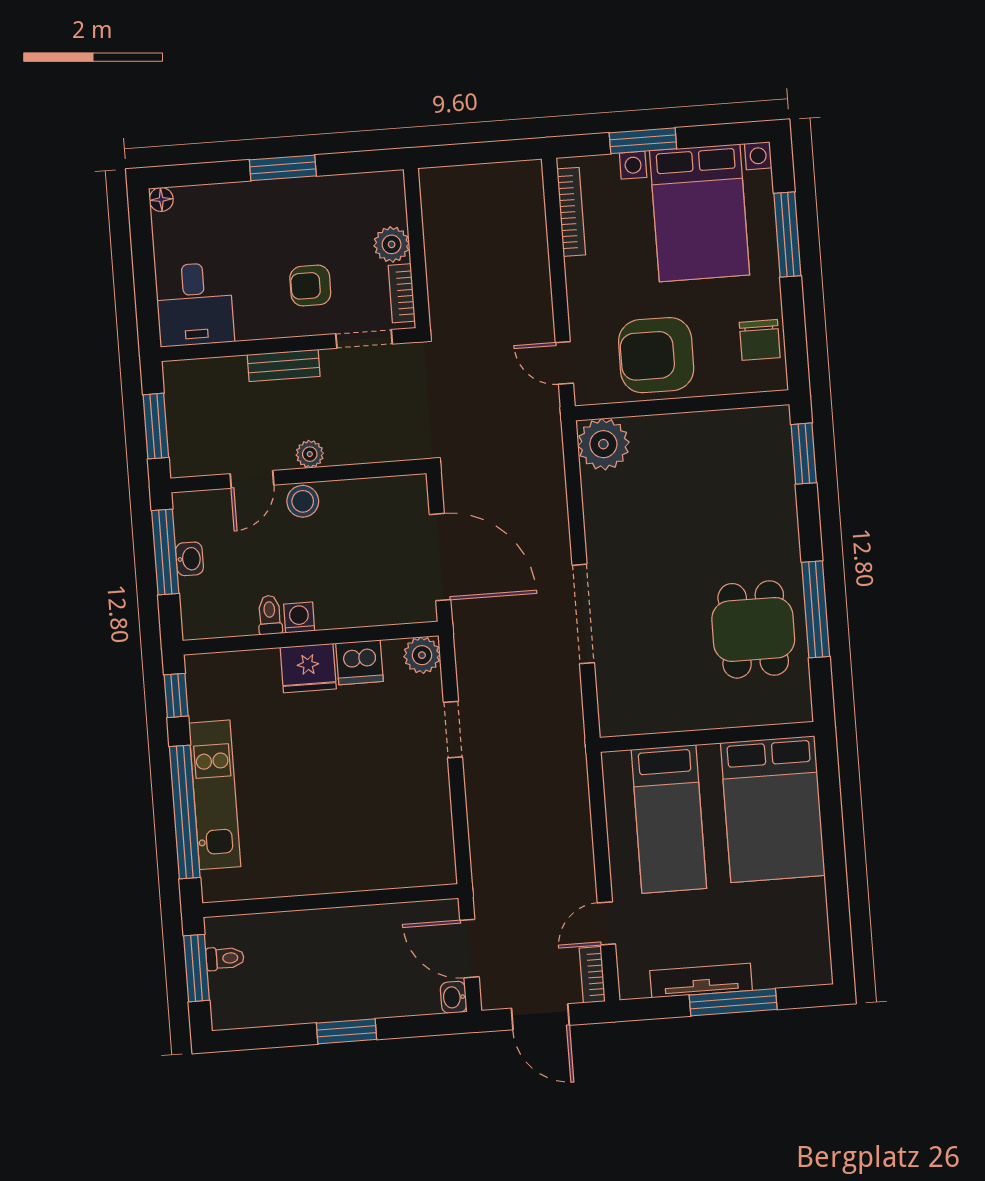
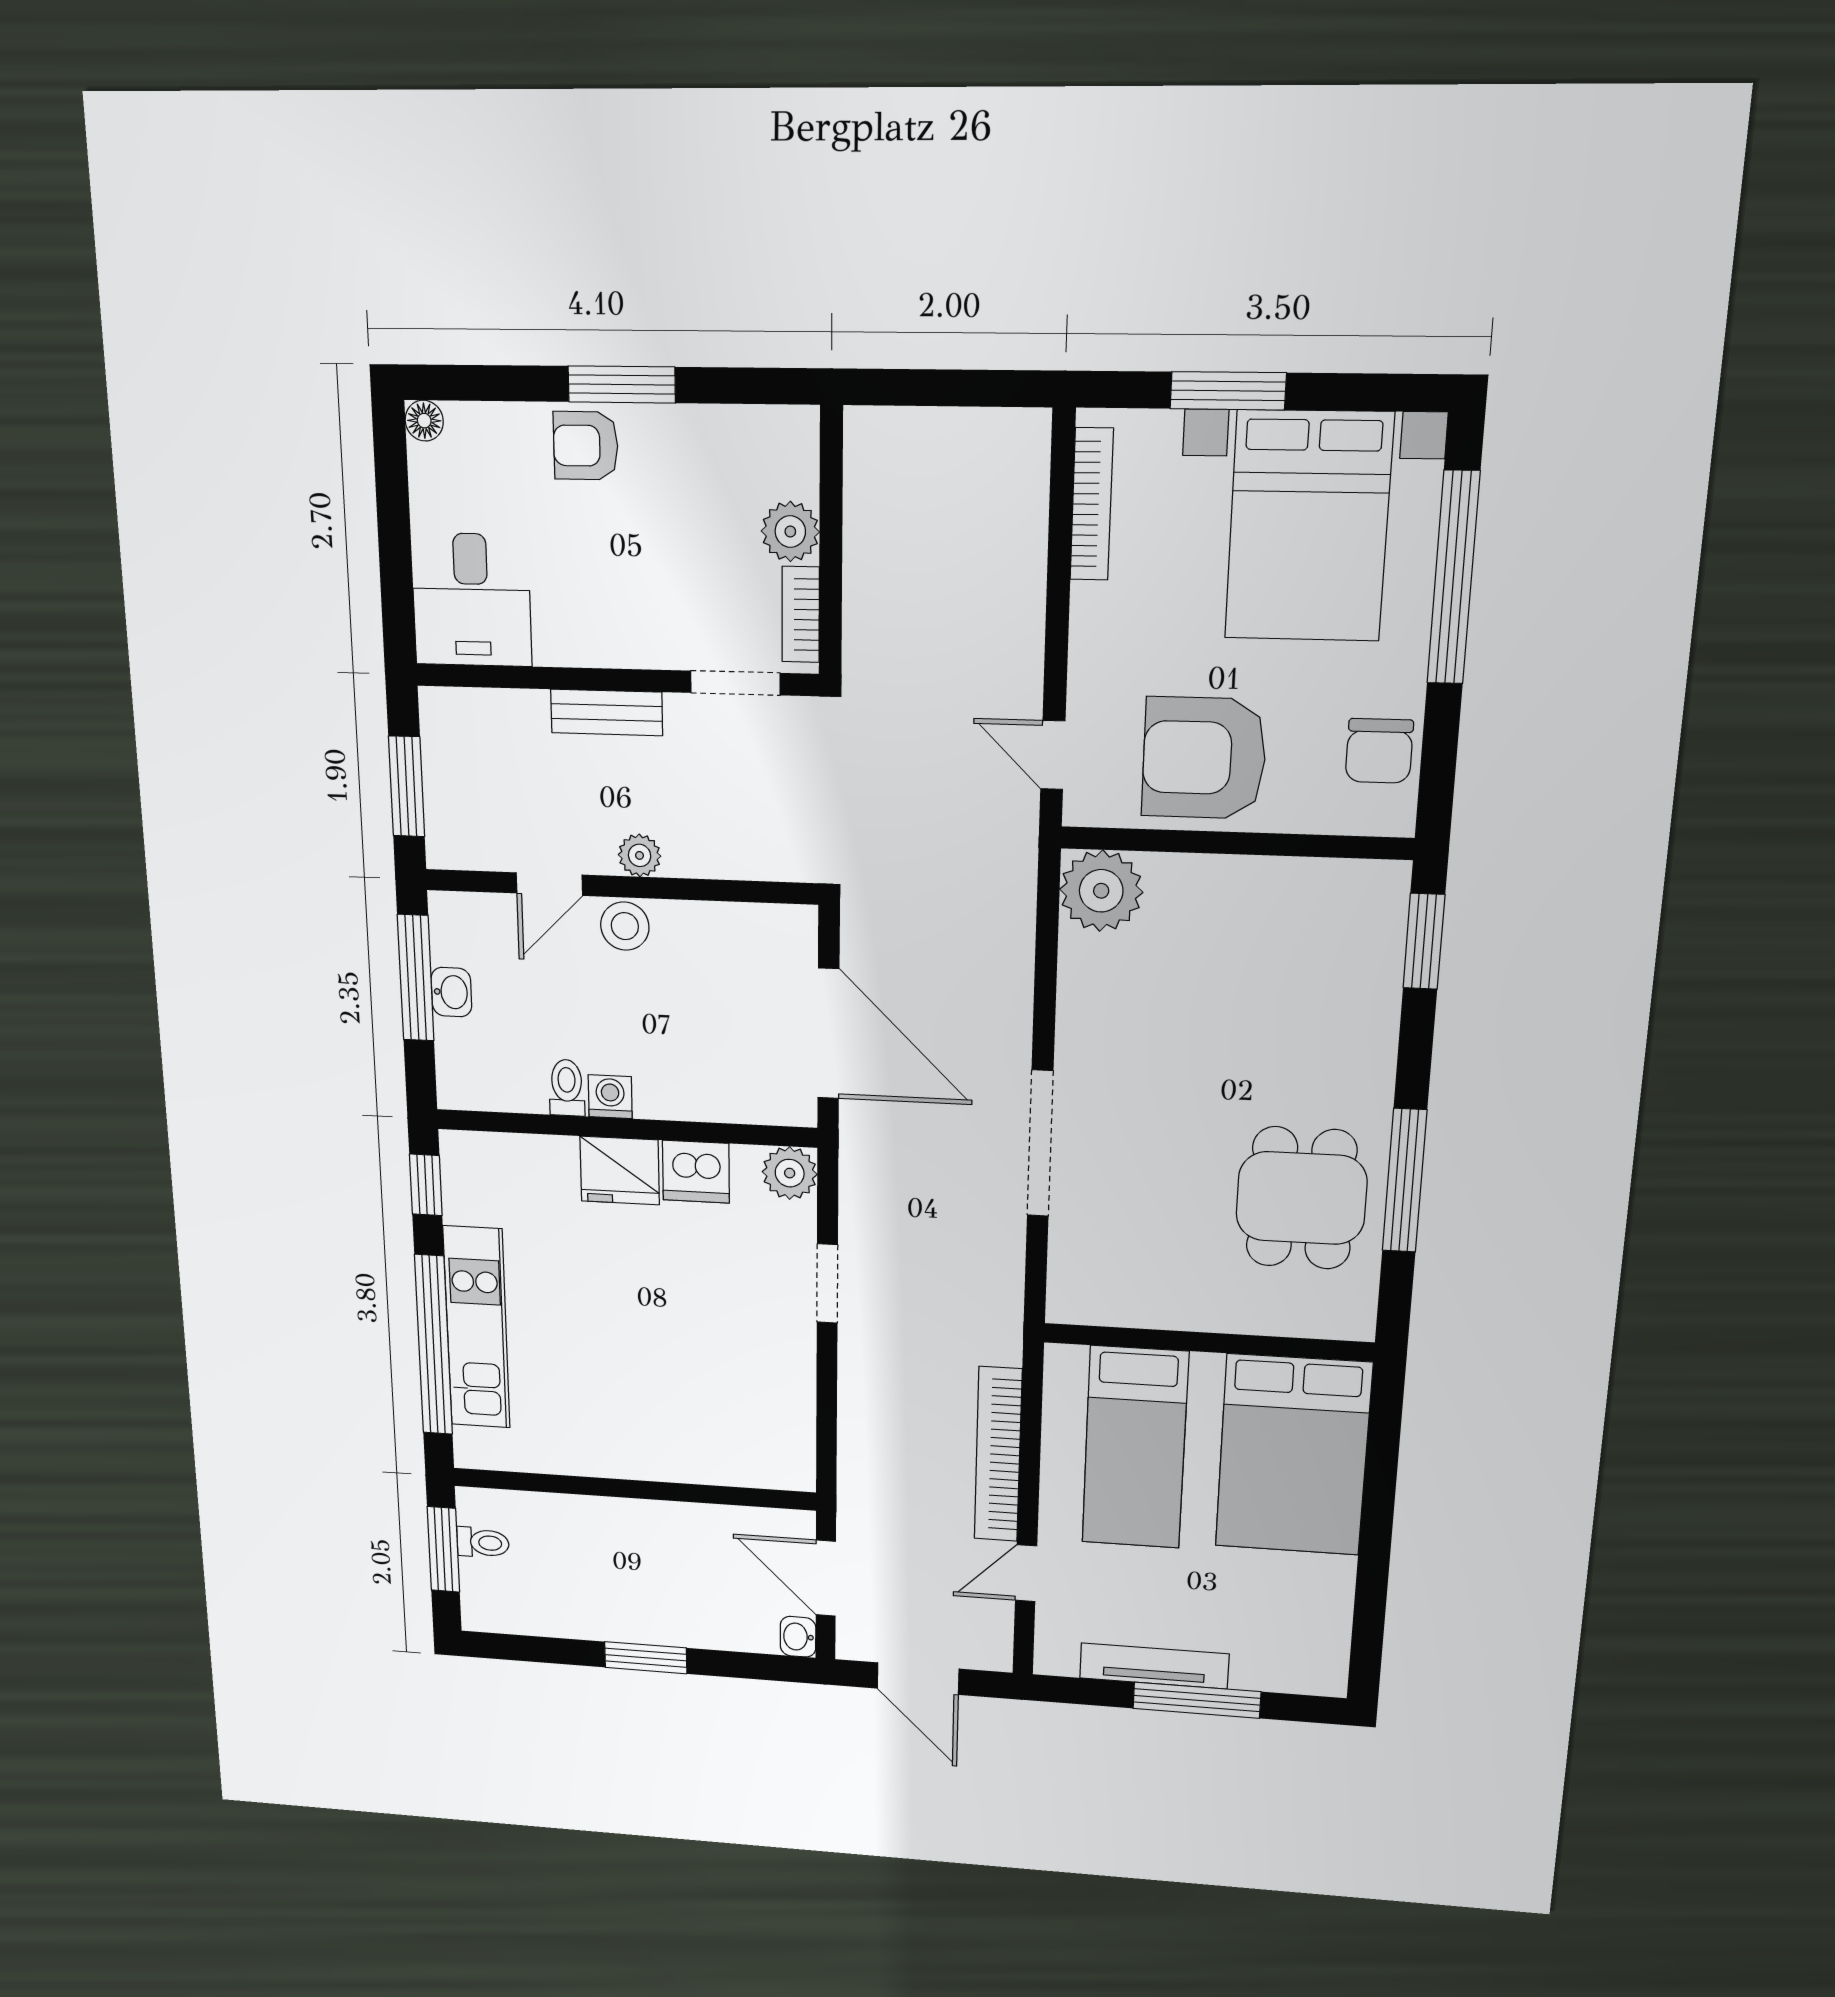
window: (787, 235) -> (1453, 578), width x1.46
armchair: (310, 286) -> (586, 446), moved
bookcase: (592, 975) -> (998, 1454), moved, width x2.31, depth x1.31

